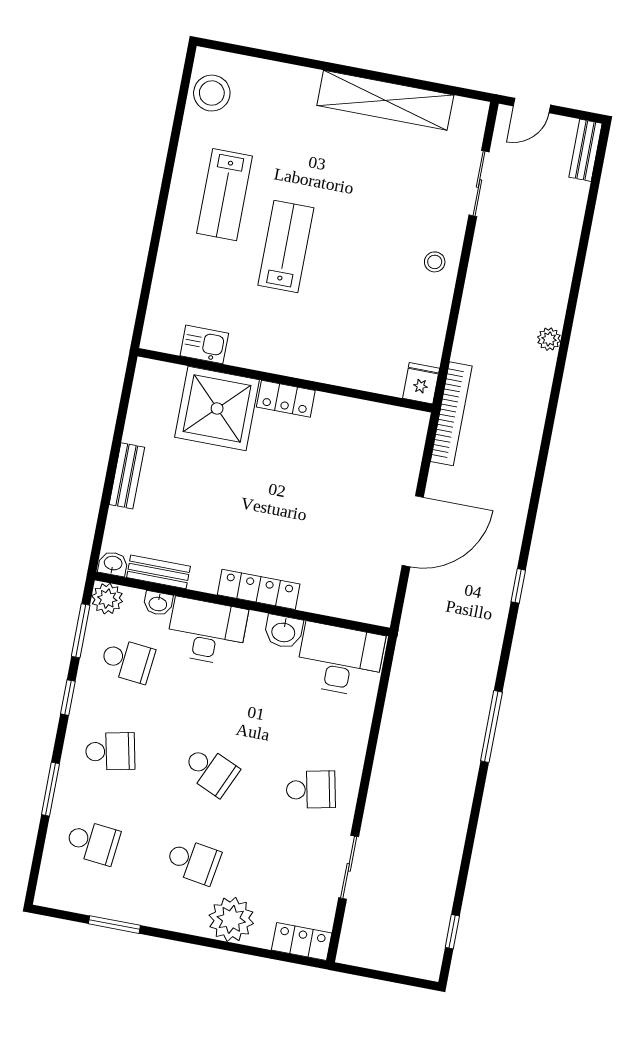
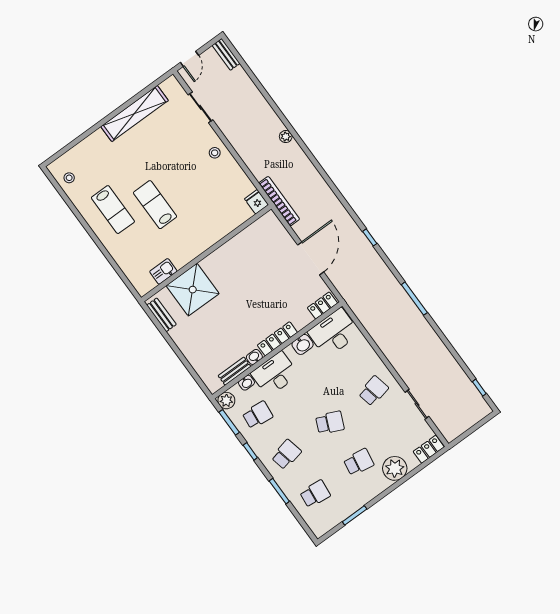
stool: (212, 93) -> (69, 178), width x0.53, depth x0.53
locker: (286, 399) -> (322, 305), moved, turned 180
bench: (127, 476) -> (161, 315), moved
washbasin: (113, 564) -> (254, 357), moved

